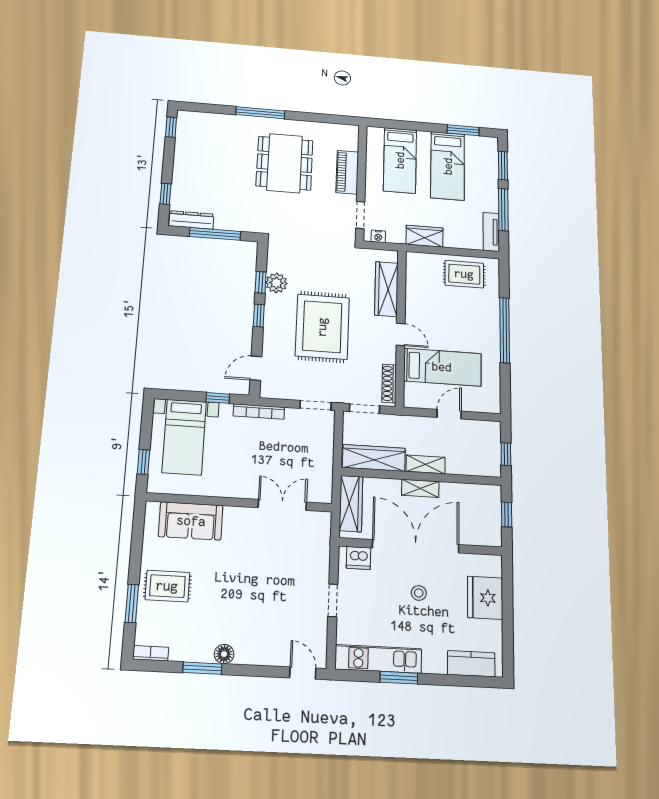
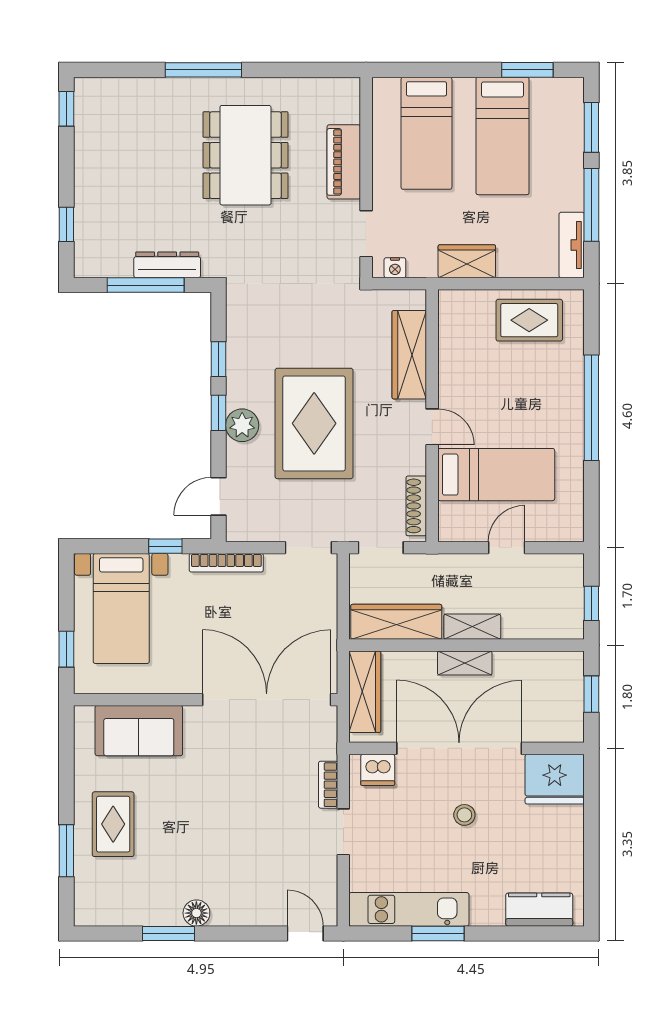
dresser: (191, 220) -> (167, 265), moved
plant: (276, 283) -> (242, 425), moved
double door: (282, 505) -> (267, 700), width x1.87
rug: (167, 586) -> (113, 824), turned 90
fridge: (485, 598) -> (555, 779), moved, turned -90
bookcase: (151, 653) -> (328, 785), moved, turned -90

